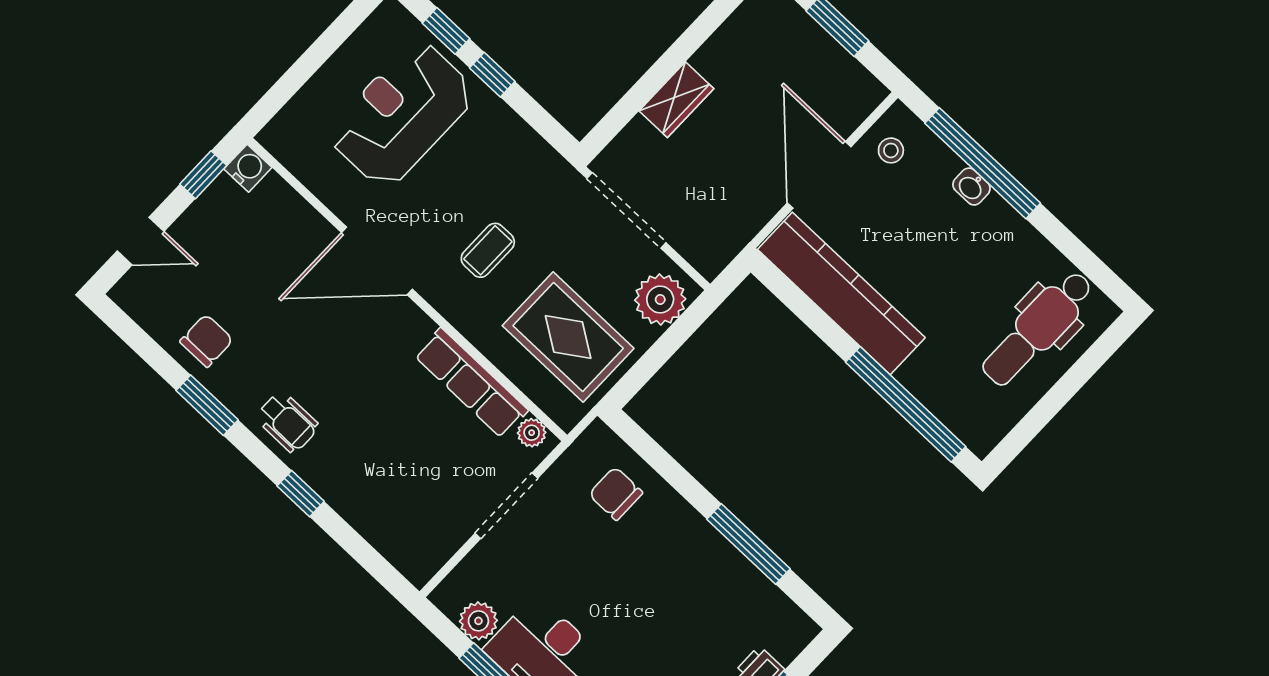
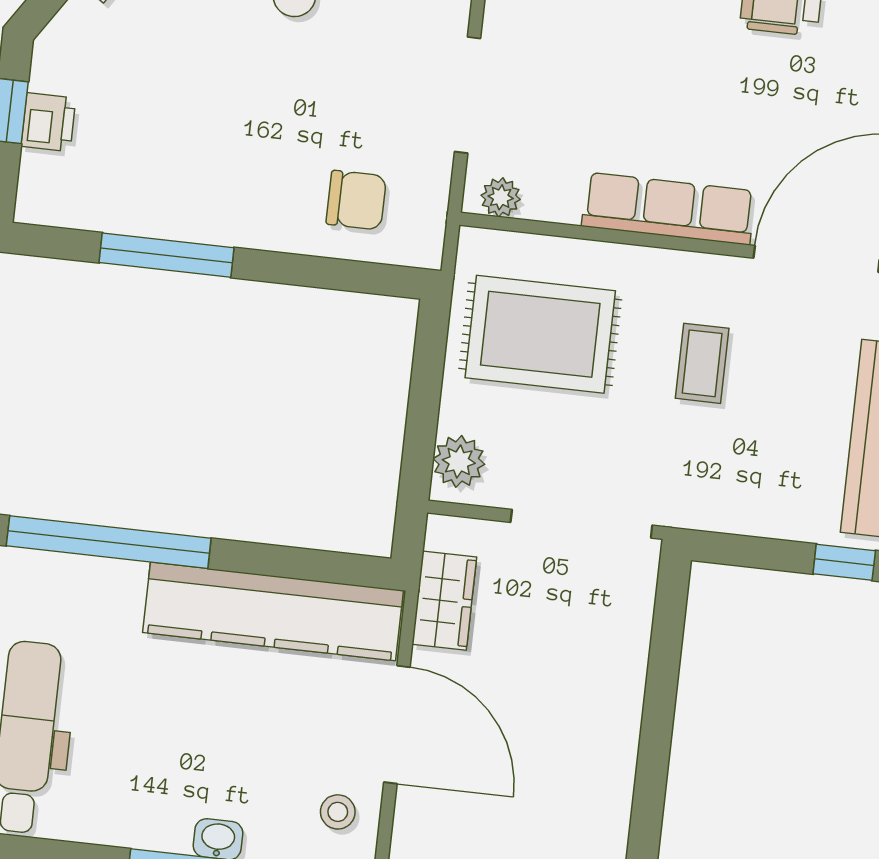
wardrobe: (676, 100) -> (444, 601), moved, turned 180
plant: (660, 299) -> (459, 461), width x0.73, depth x0.73
row of seats: (471, 383) -> (668, 209), moved

